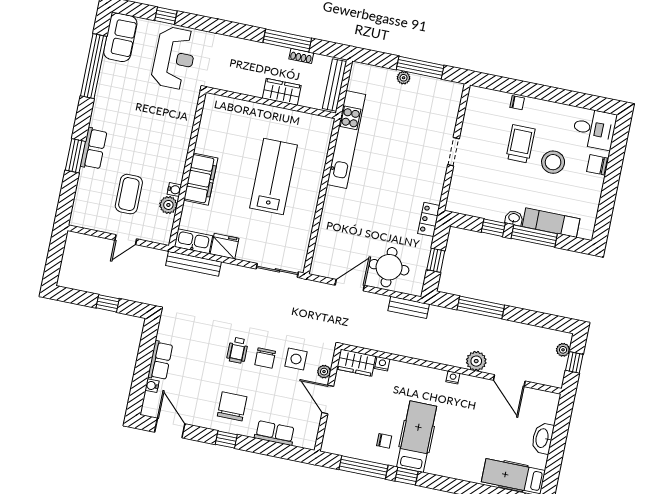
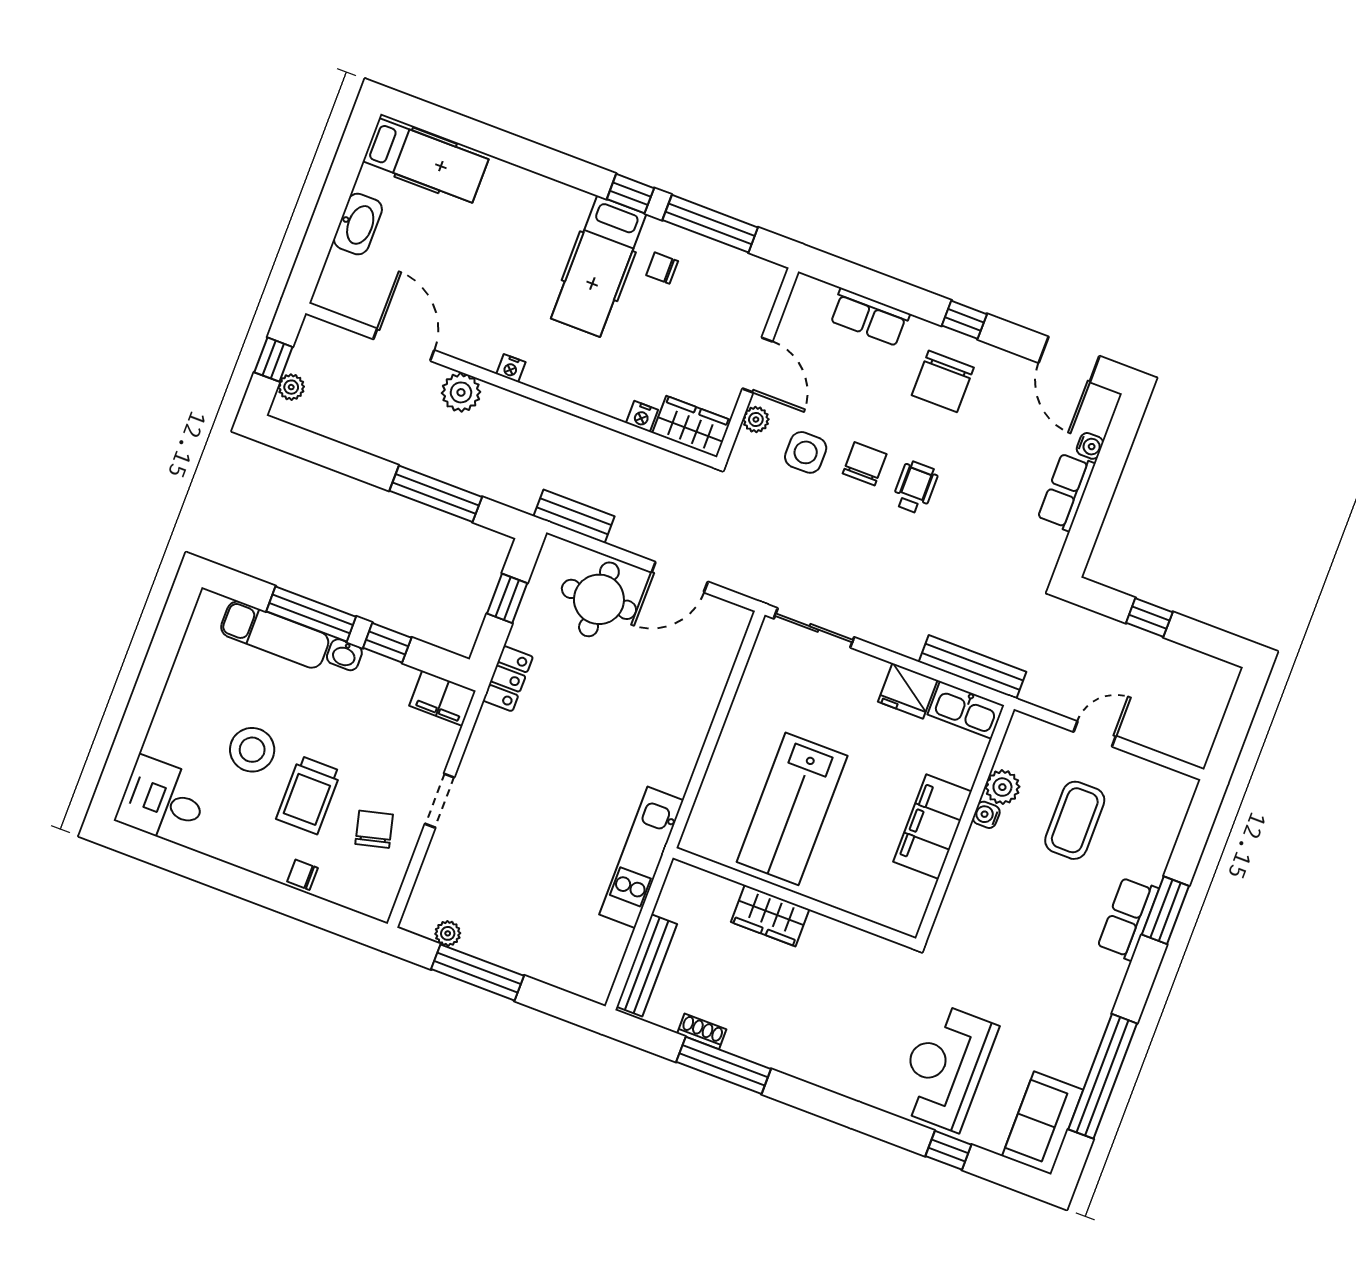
plant: (404, 78) -> (448, 933), moved
wardrobe: (282, 92) -> (770, 916), moved
wall: (271, 103) -> (794, 898), moved
kitchen unit: (346, 139) -> (641, 857), width x0.73
chair: (597, 165) -> (374, 829), moved, turned -104
filing cabinet: (460, 204) -> (442, 698), added

